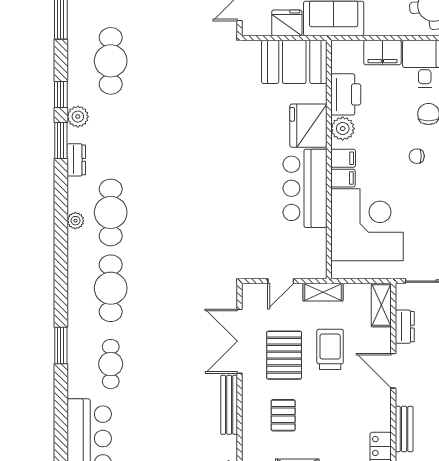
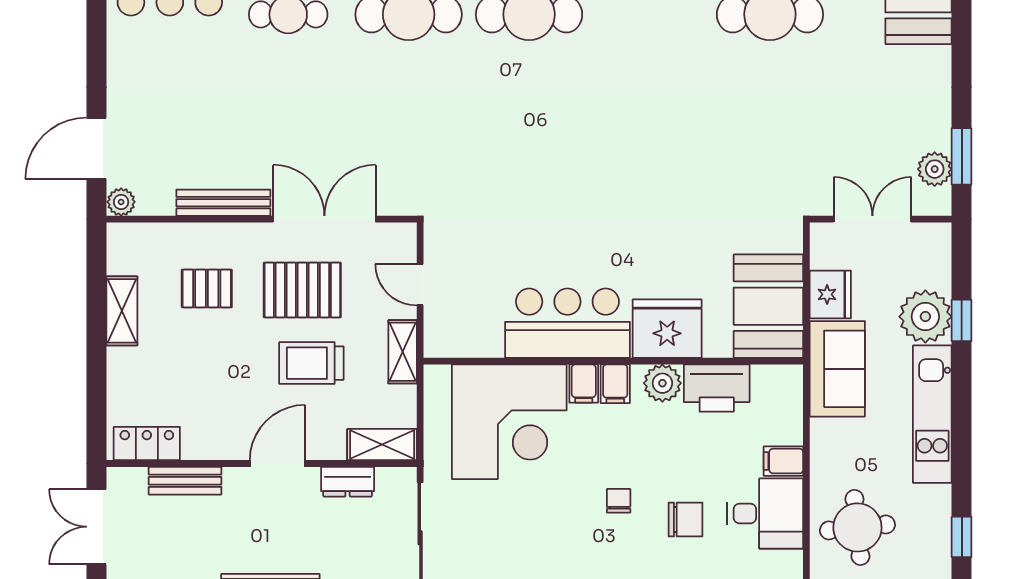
filing cabinet: (382, 52) -> (783, 461), width x0.50
trolley: (330, 349) -> (311, 363), turned 180

